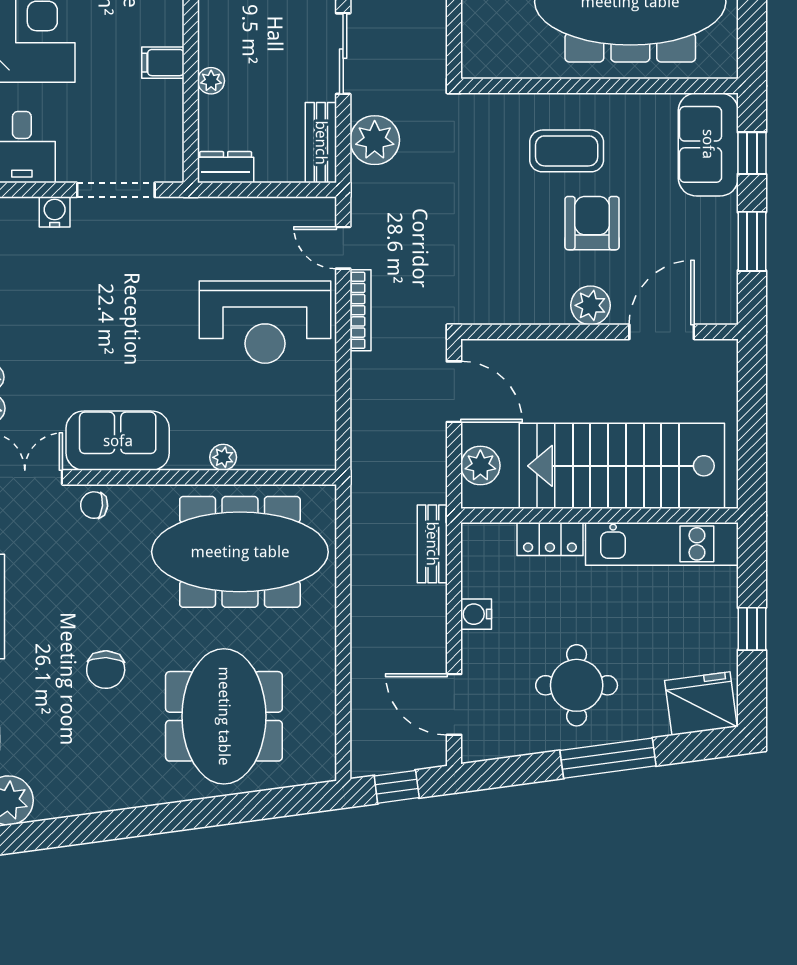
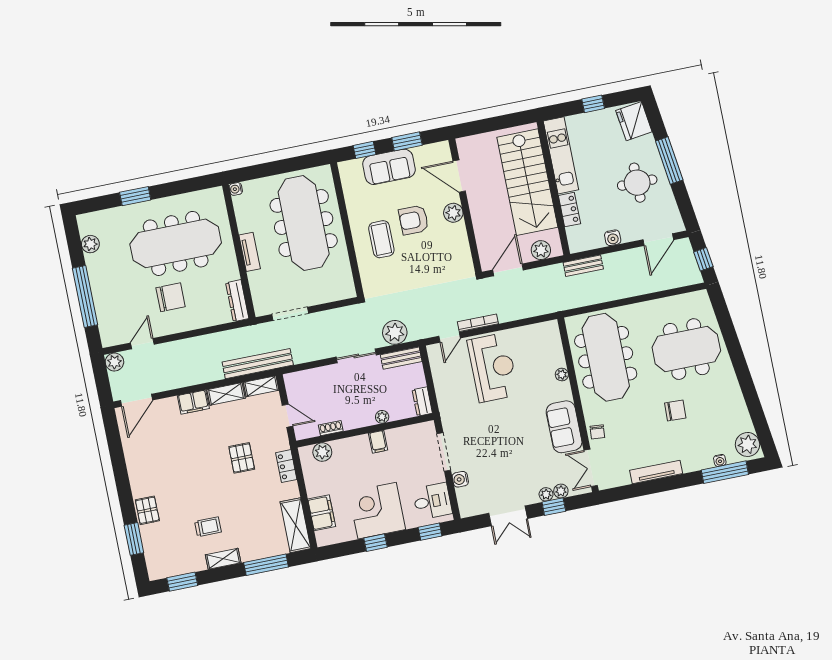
sofa: (708, 144) -> (389, 167), moved

